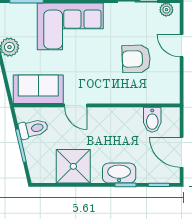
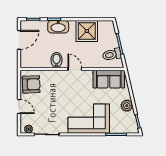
armchair: (136, 59) -> (31, 84), moved
door: (76, 105) -> (75, 69), moved
bidet: (152, 120) -> (57, 60), moved
door: (182, 152) -> (19, 40), hinge flipped

